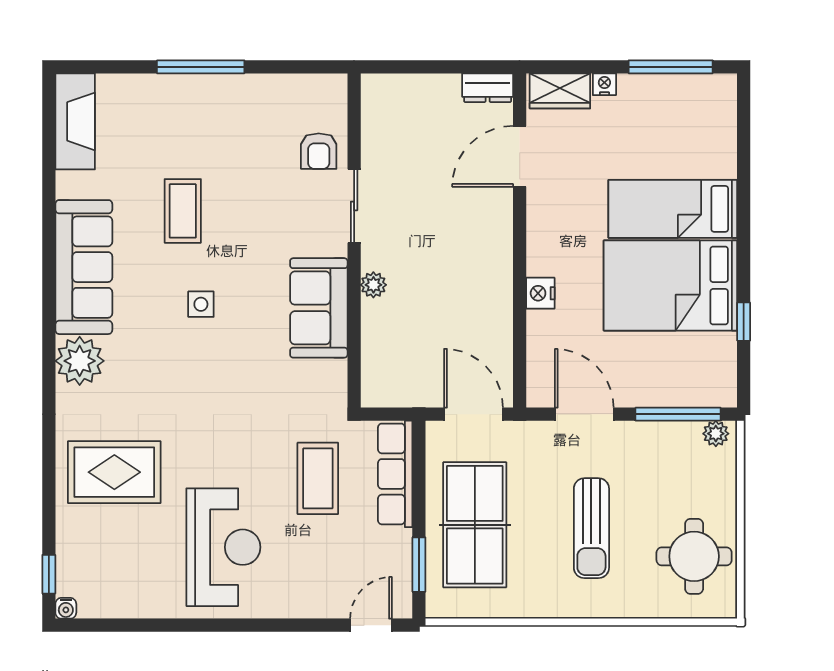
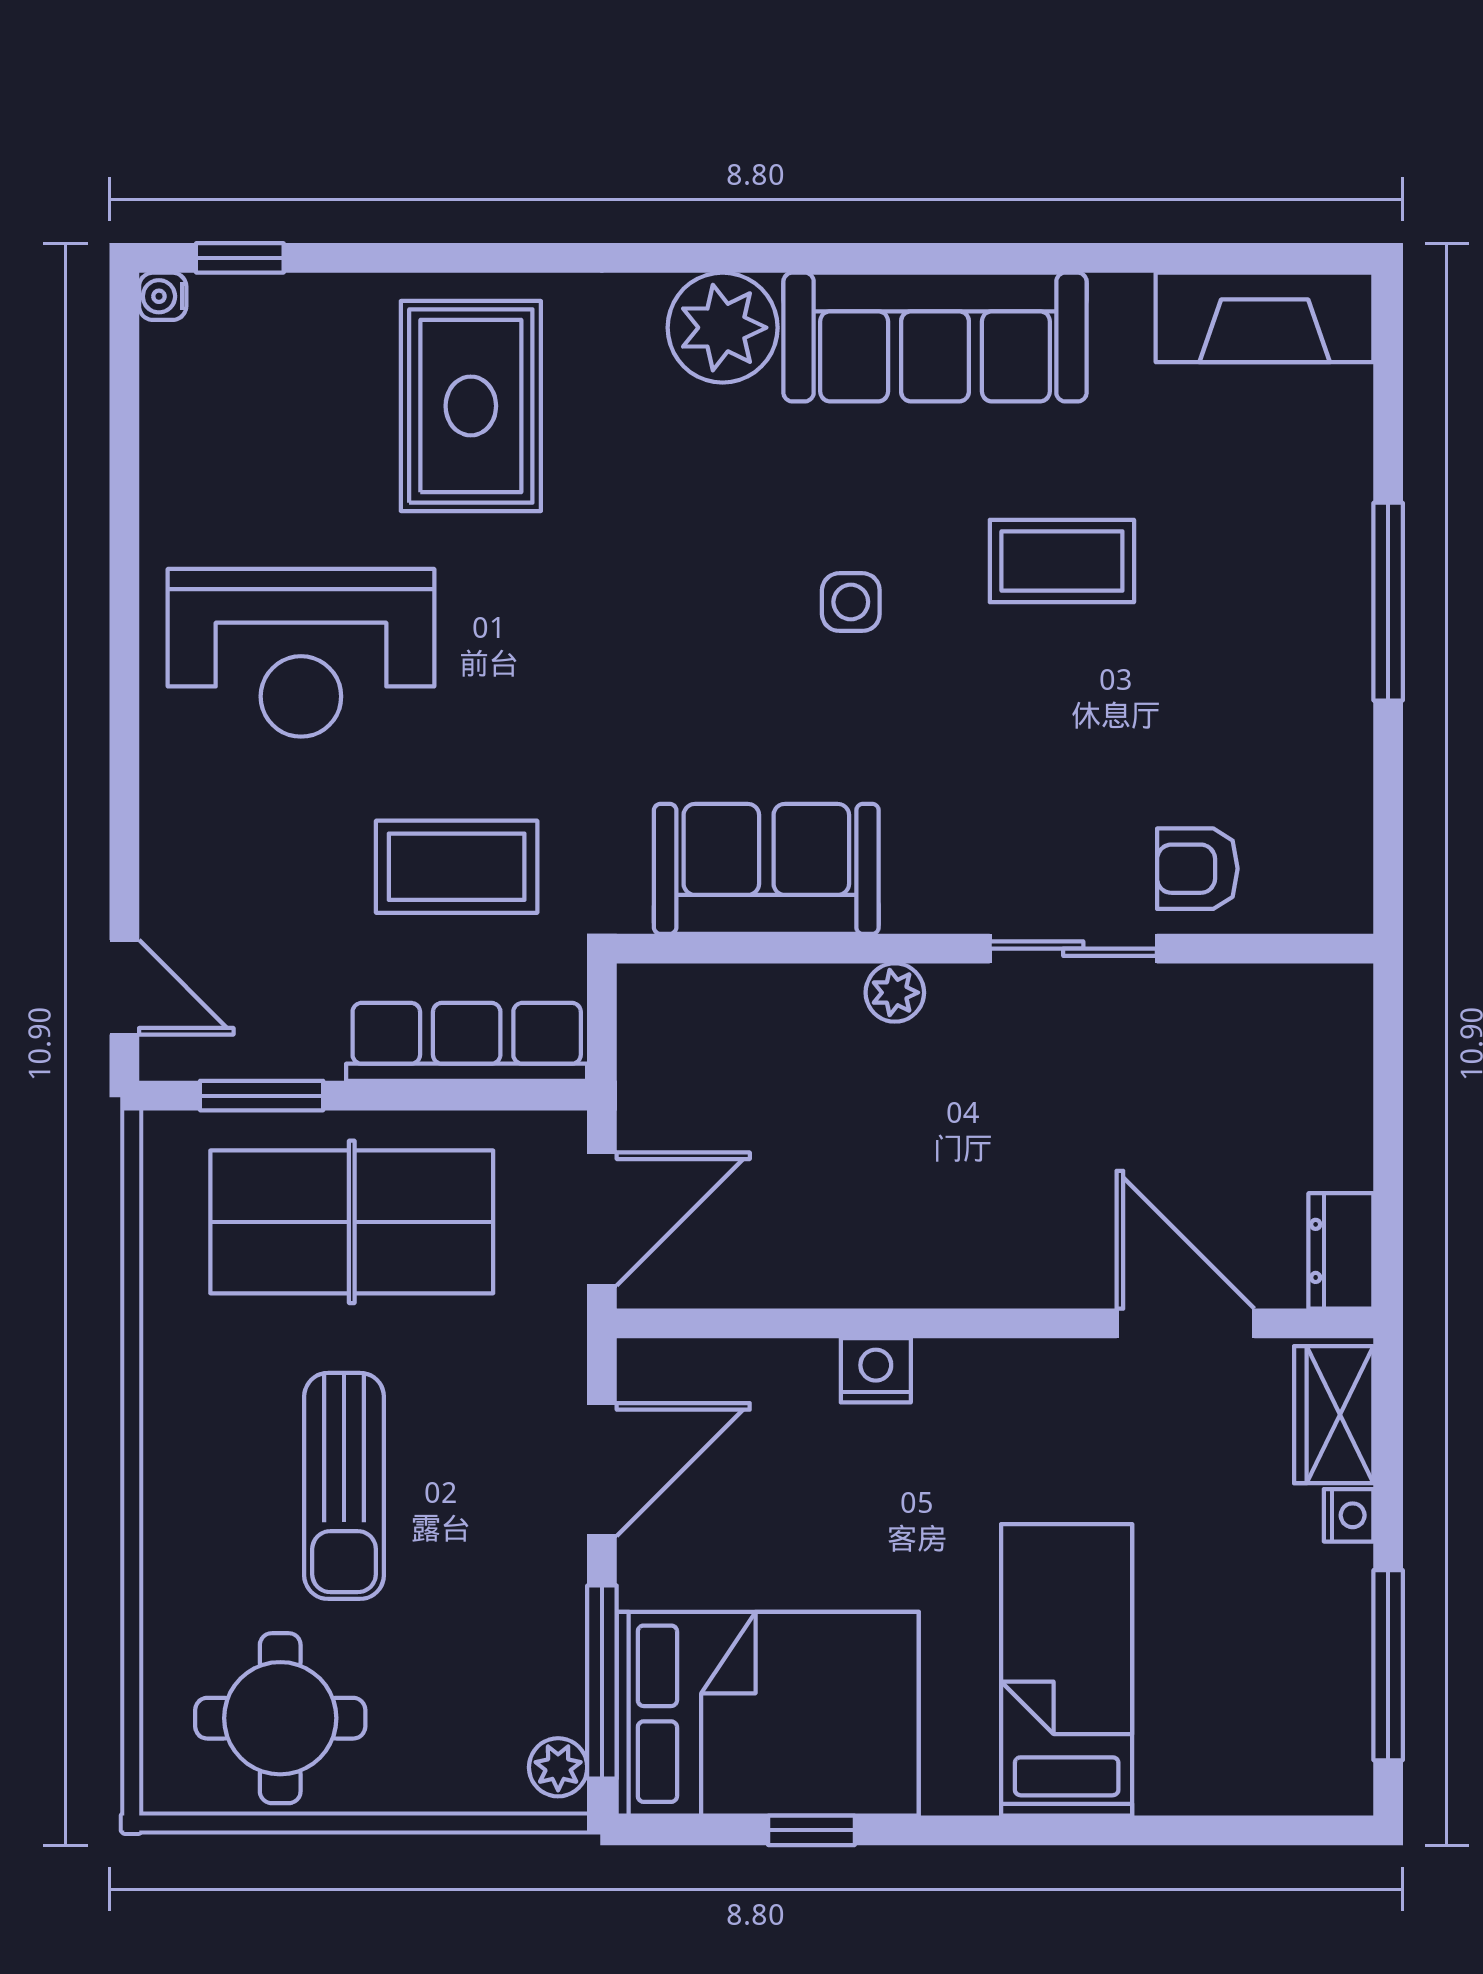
bed: (670, 285) -> (768, 1714), moved, turned 90
sofa: (319, 308) -> (766, 869), moved
sun lounger: (591, 528) -> (344, 1486), turned -90

